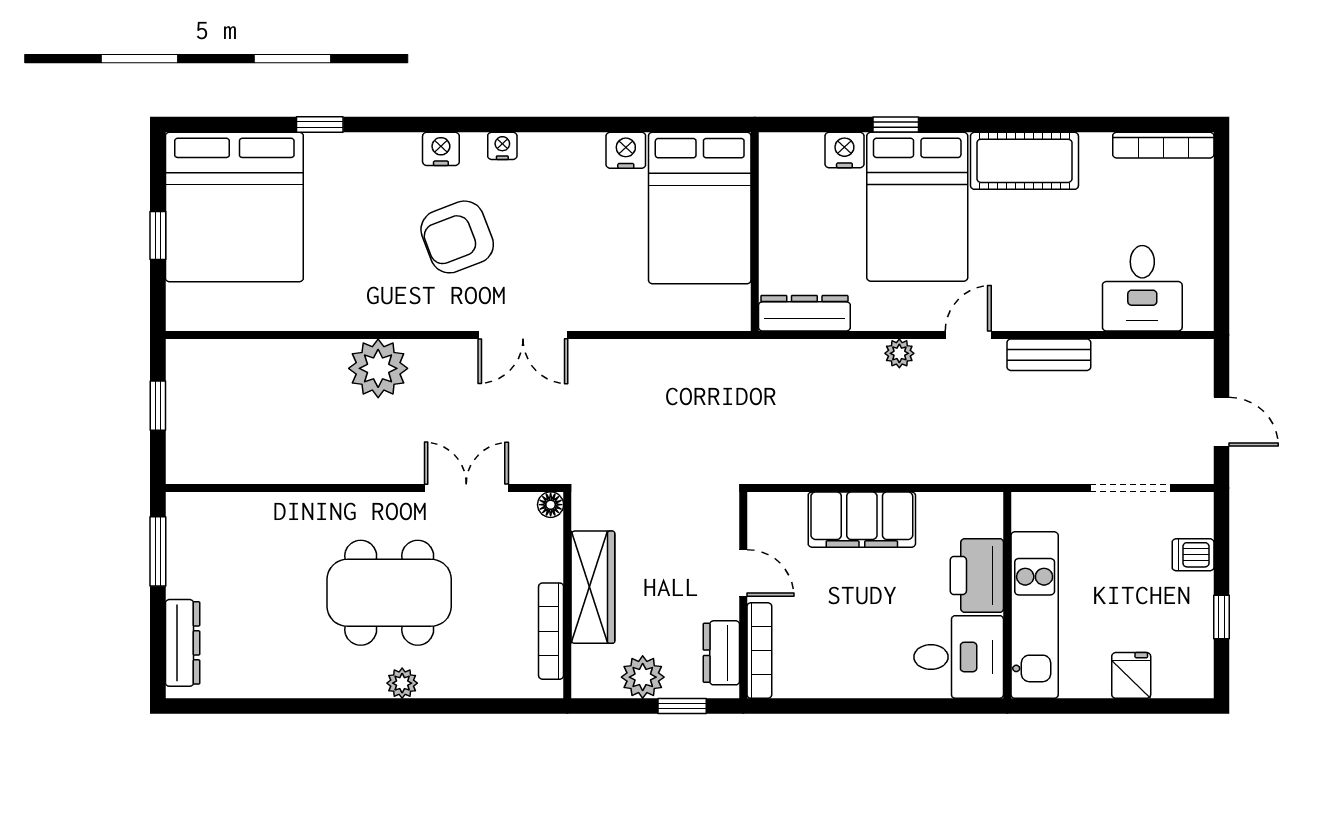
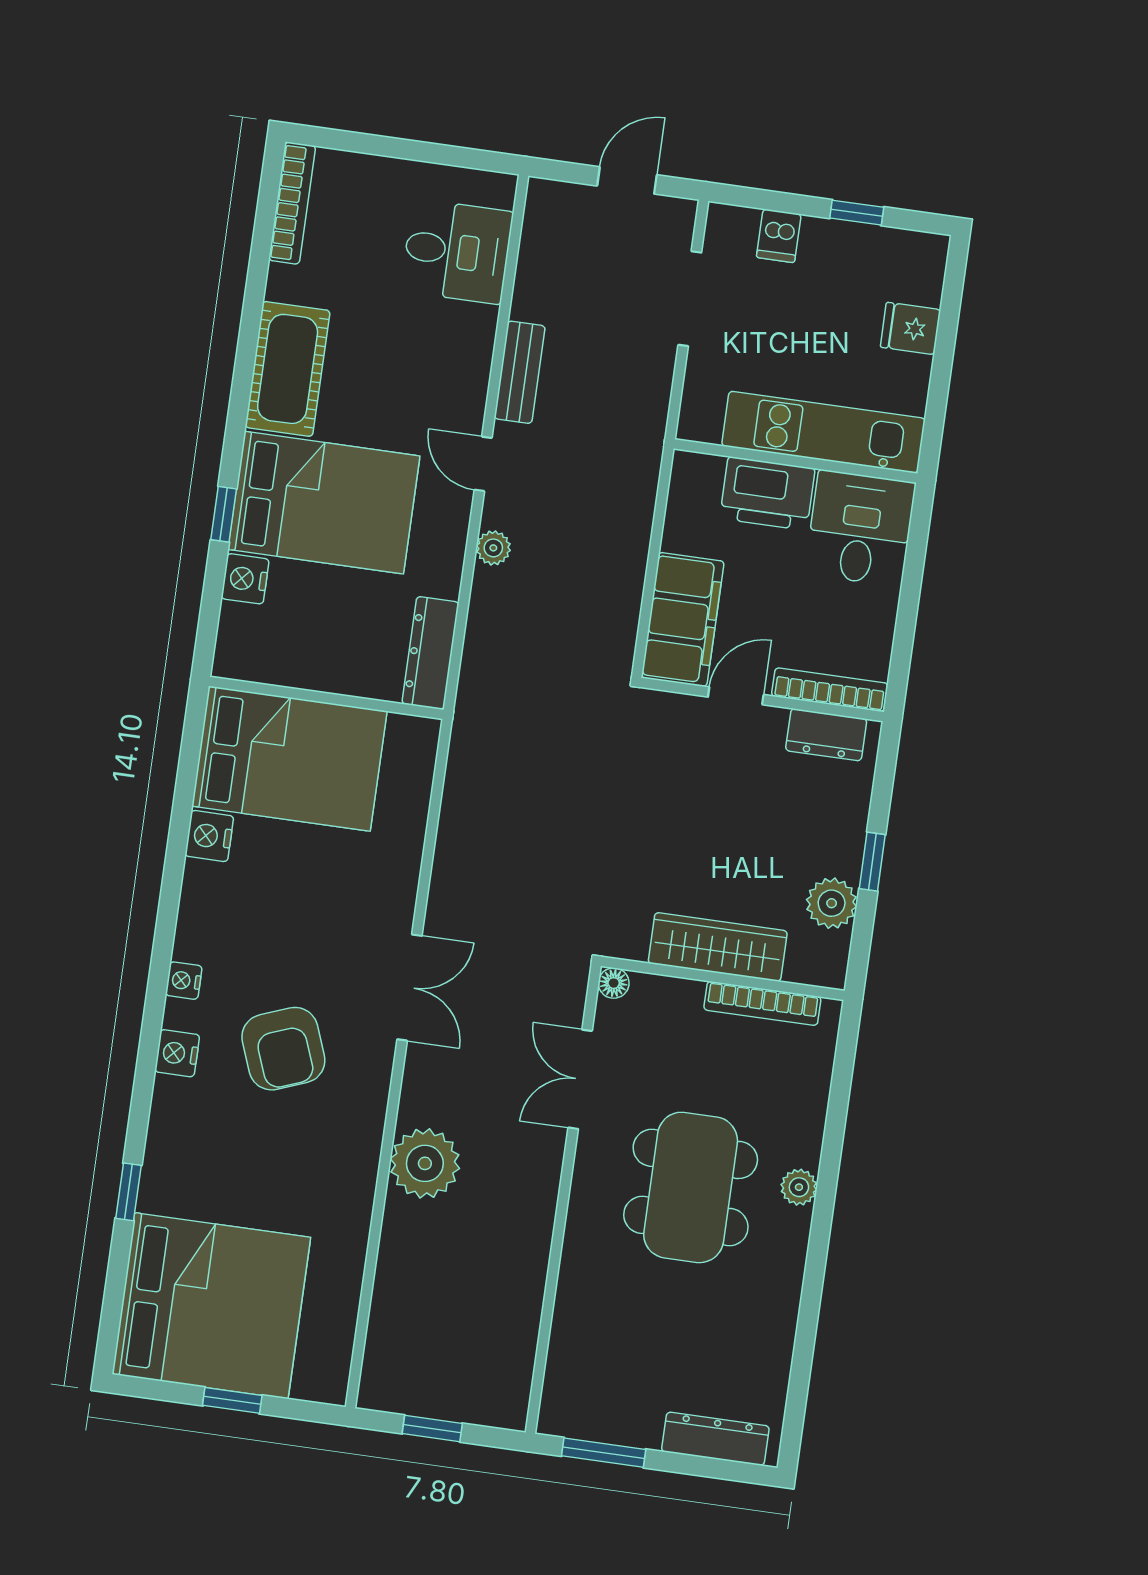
door: (743, 573) -> (736, 696), moved
wall: (743, 595) -> (762, 699), moved
bookcase: (759, 651) -> (830, 690), moved
dresser: (721, 653) -> (826, 735), moved

